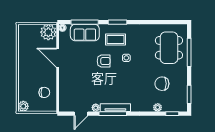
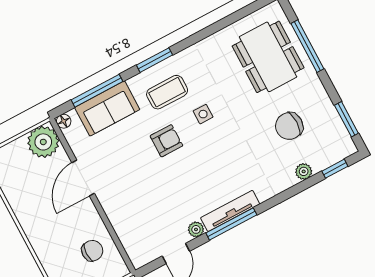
door: (58, 58) -> (83, 178), hinge flipped

